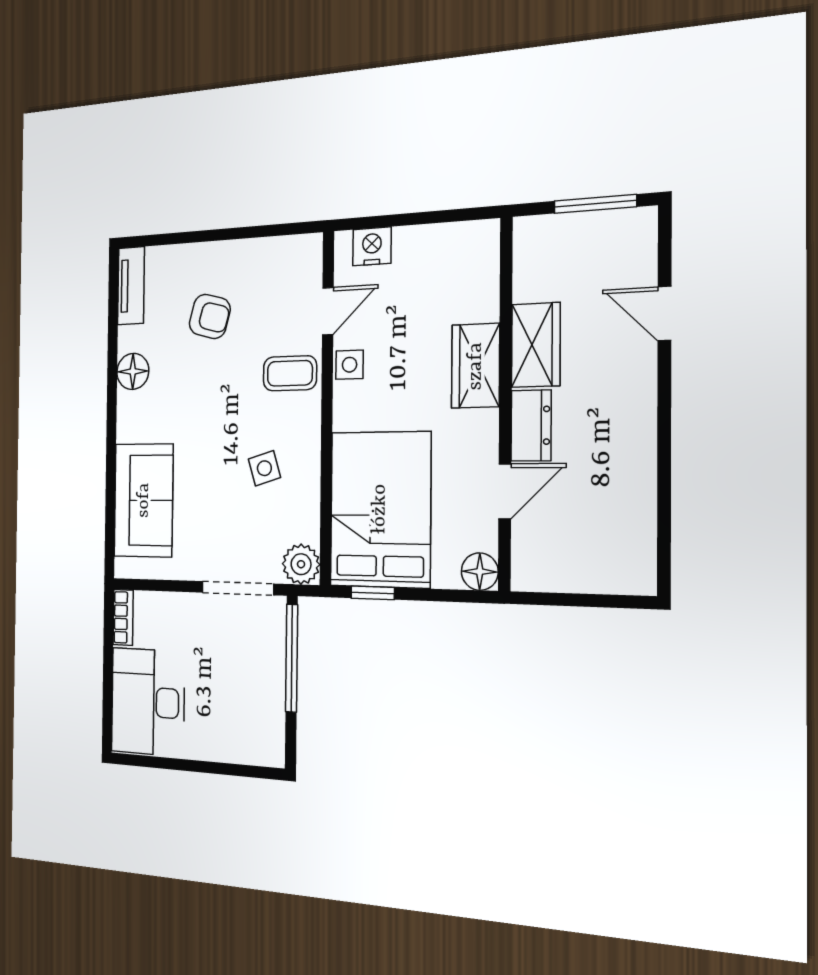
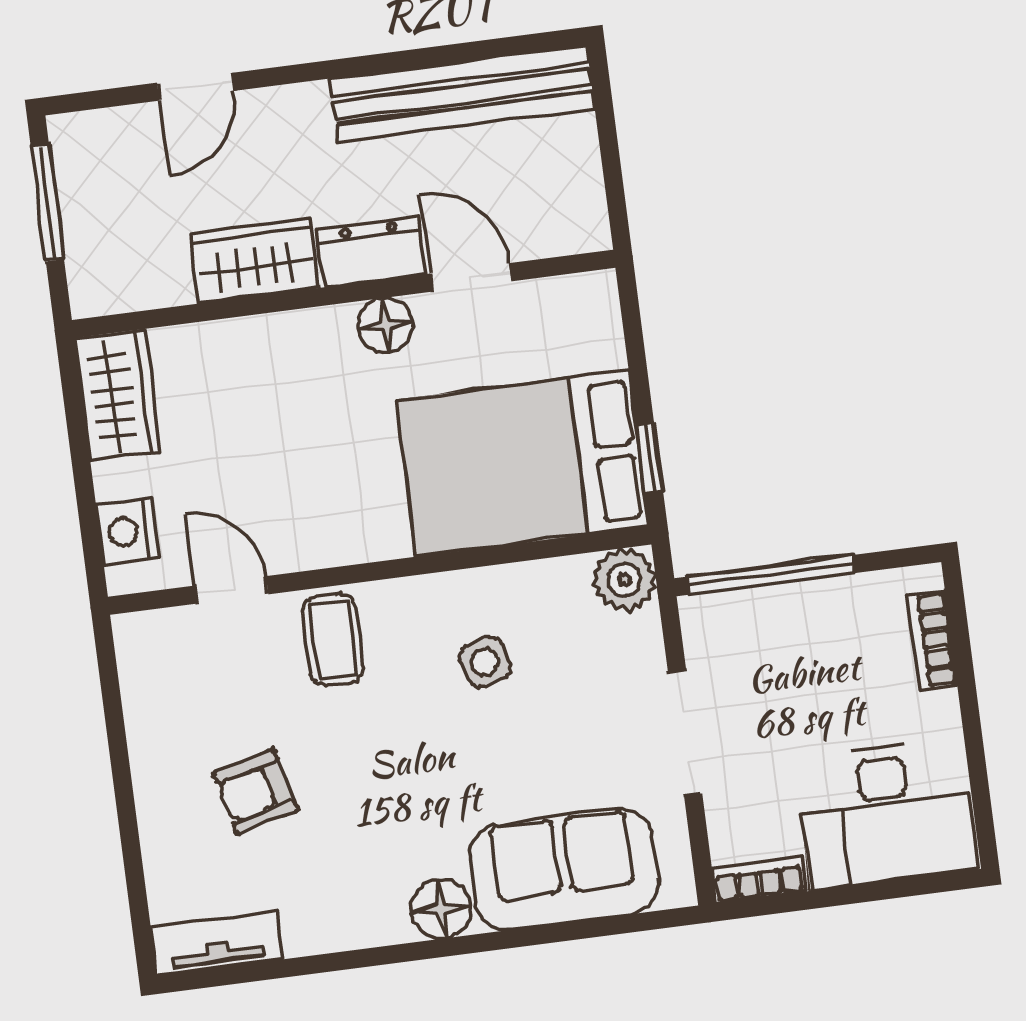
armchair: (210, 316) -> (256, 792), turned -119
side table: (350, 365) -> (310, 543), removed
wardrobe: (476, 366) -> (118, 396), moved, turned -90
floor lamp: (133, 371) -> (441, 909), moved
bench: (634, 503) -> (462, 94), added
floor lamp: (480, 572) -> (385, 325), moved
doorway: (238, 588) -> (685, 733), moved
bookcase: (240, 752) -> (932, 640), added

